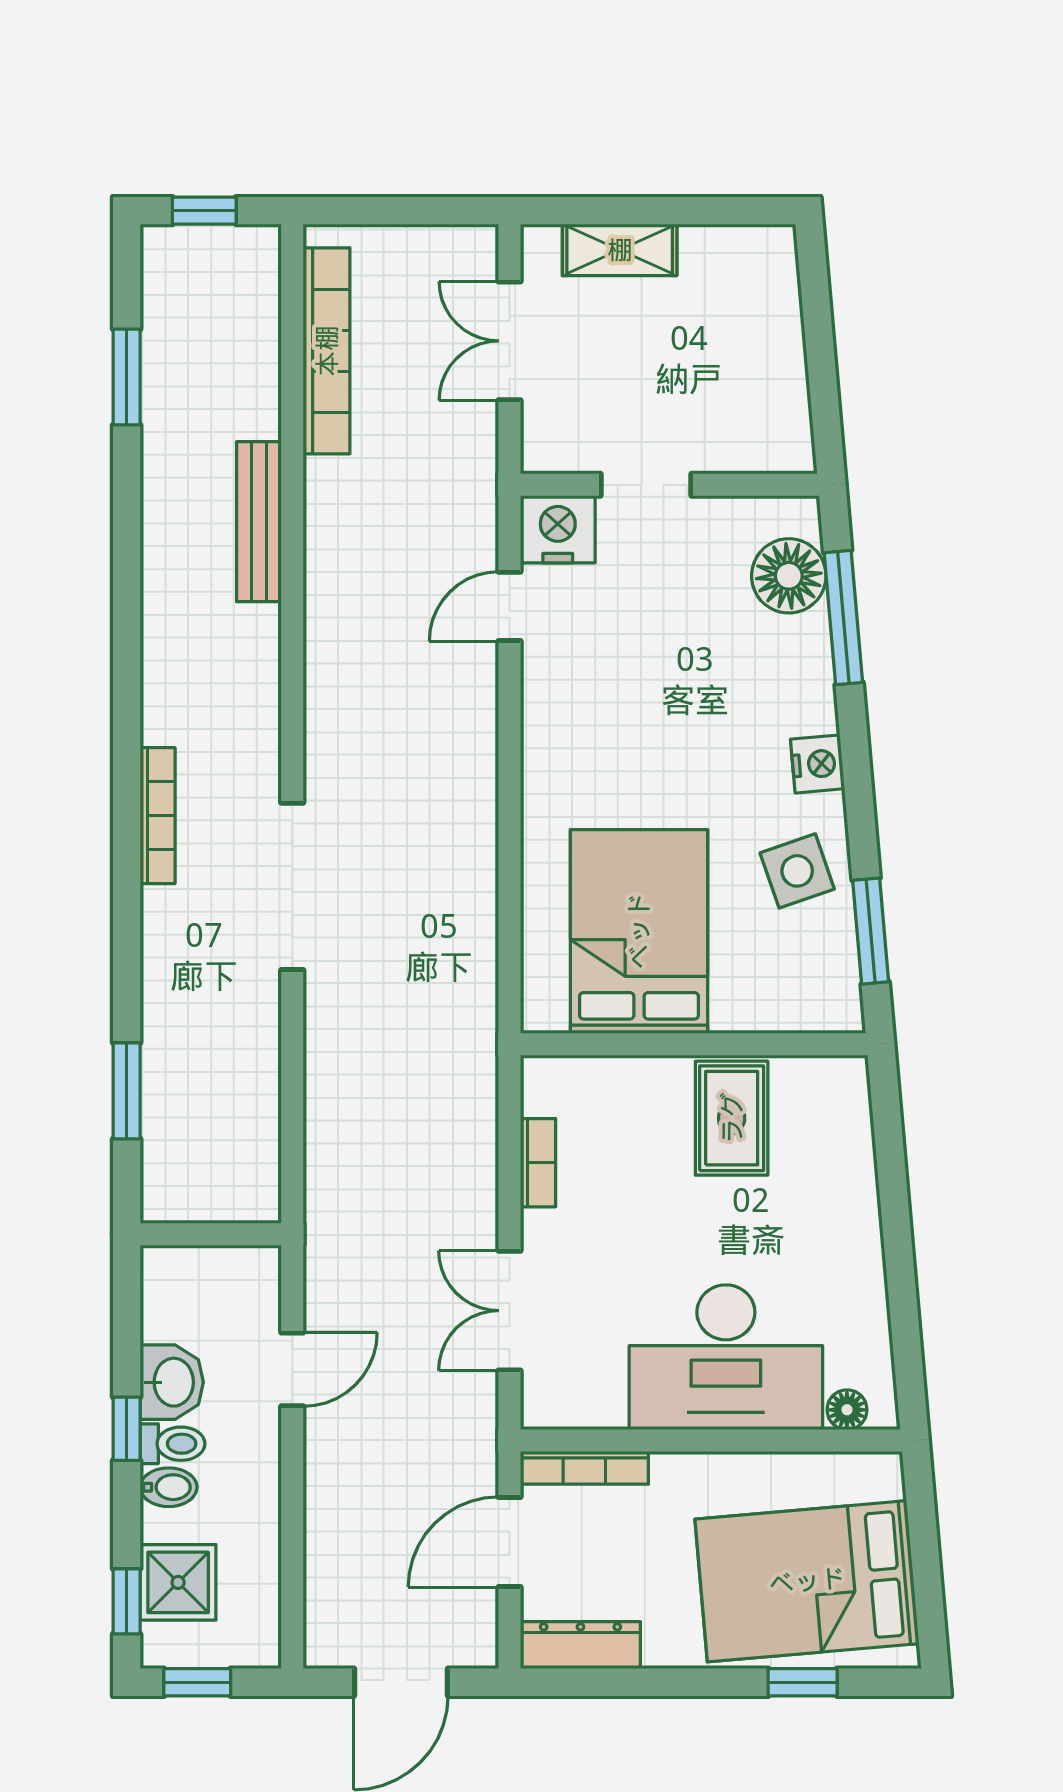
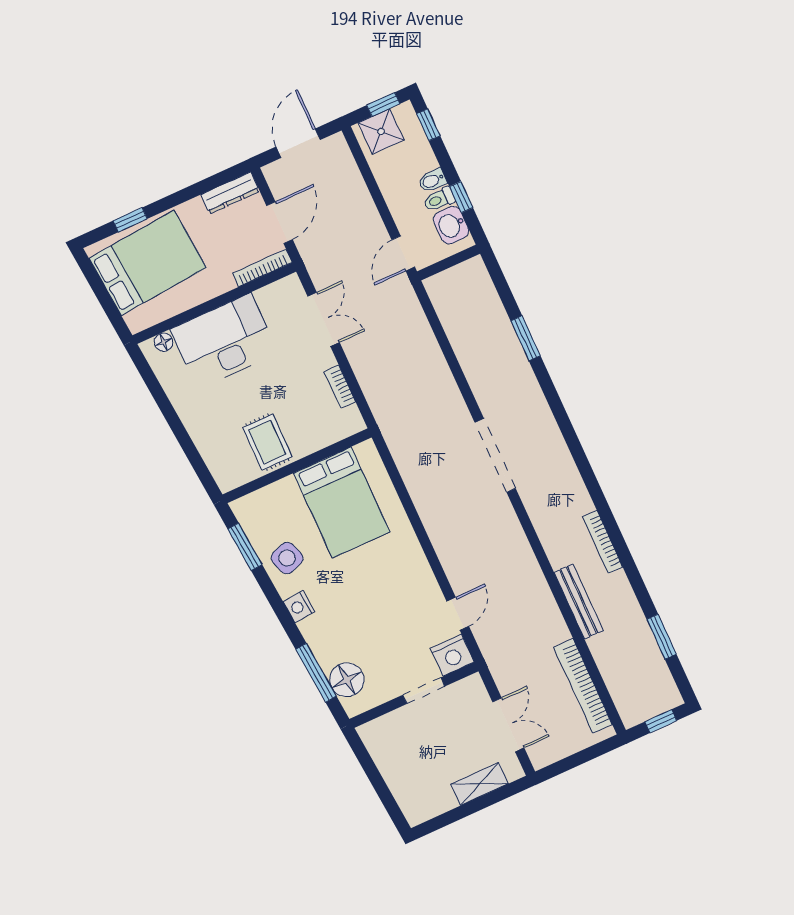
bookcase: (158, 816) -> (603, 542), moved
wall: (211, 1234) -> (449, 263), moved
shower: (178, 1582) -> (381, 131), moved

